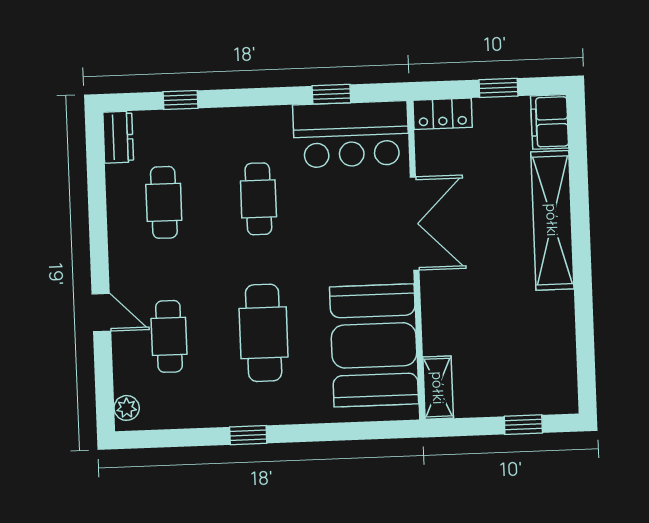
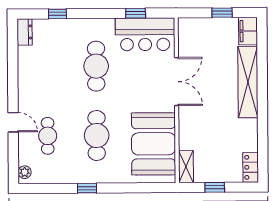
locker: (443, 114) -> (251, 167), moved, turned 90
cafe table: (258, 199) -> (96, 66), width x1.37, depth x1.35
cafe table: (164, 202) -> (47, 66), removed
window: (523, 425) -> (215, 187), moved

